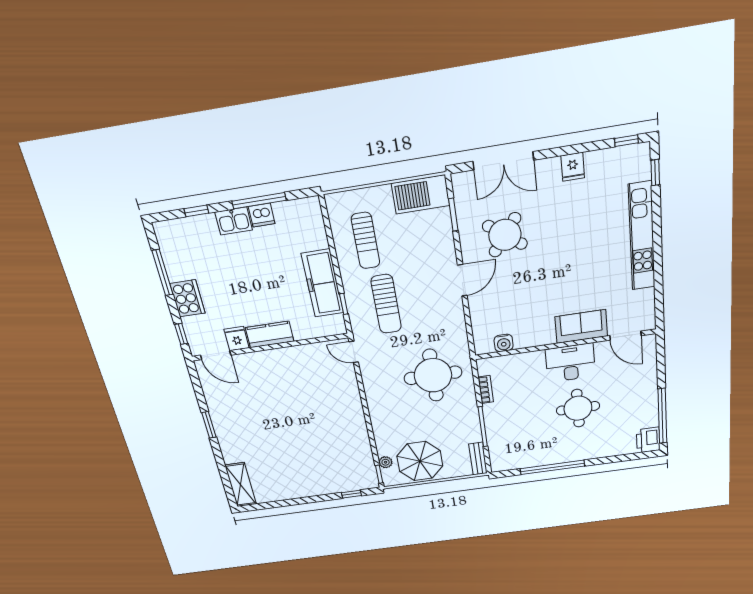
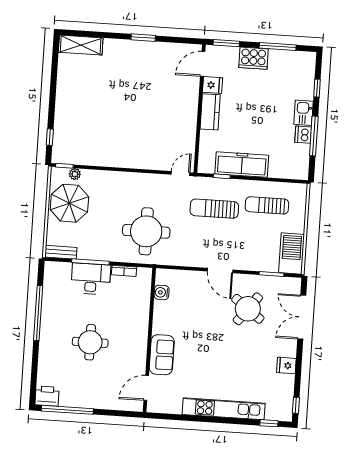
window: (181, 334) -> (226, 43), width x1.50
desk: (570, 363) -> (91, 279), moved, turned -90

